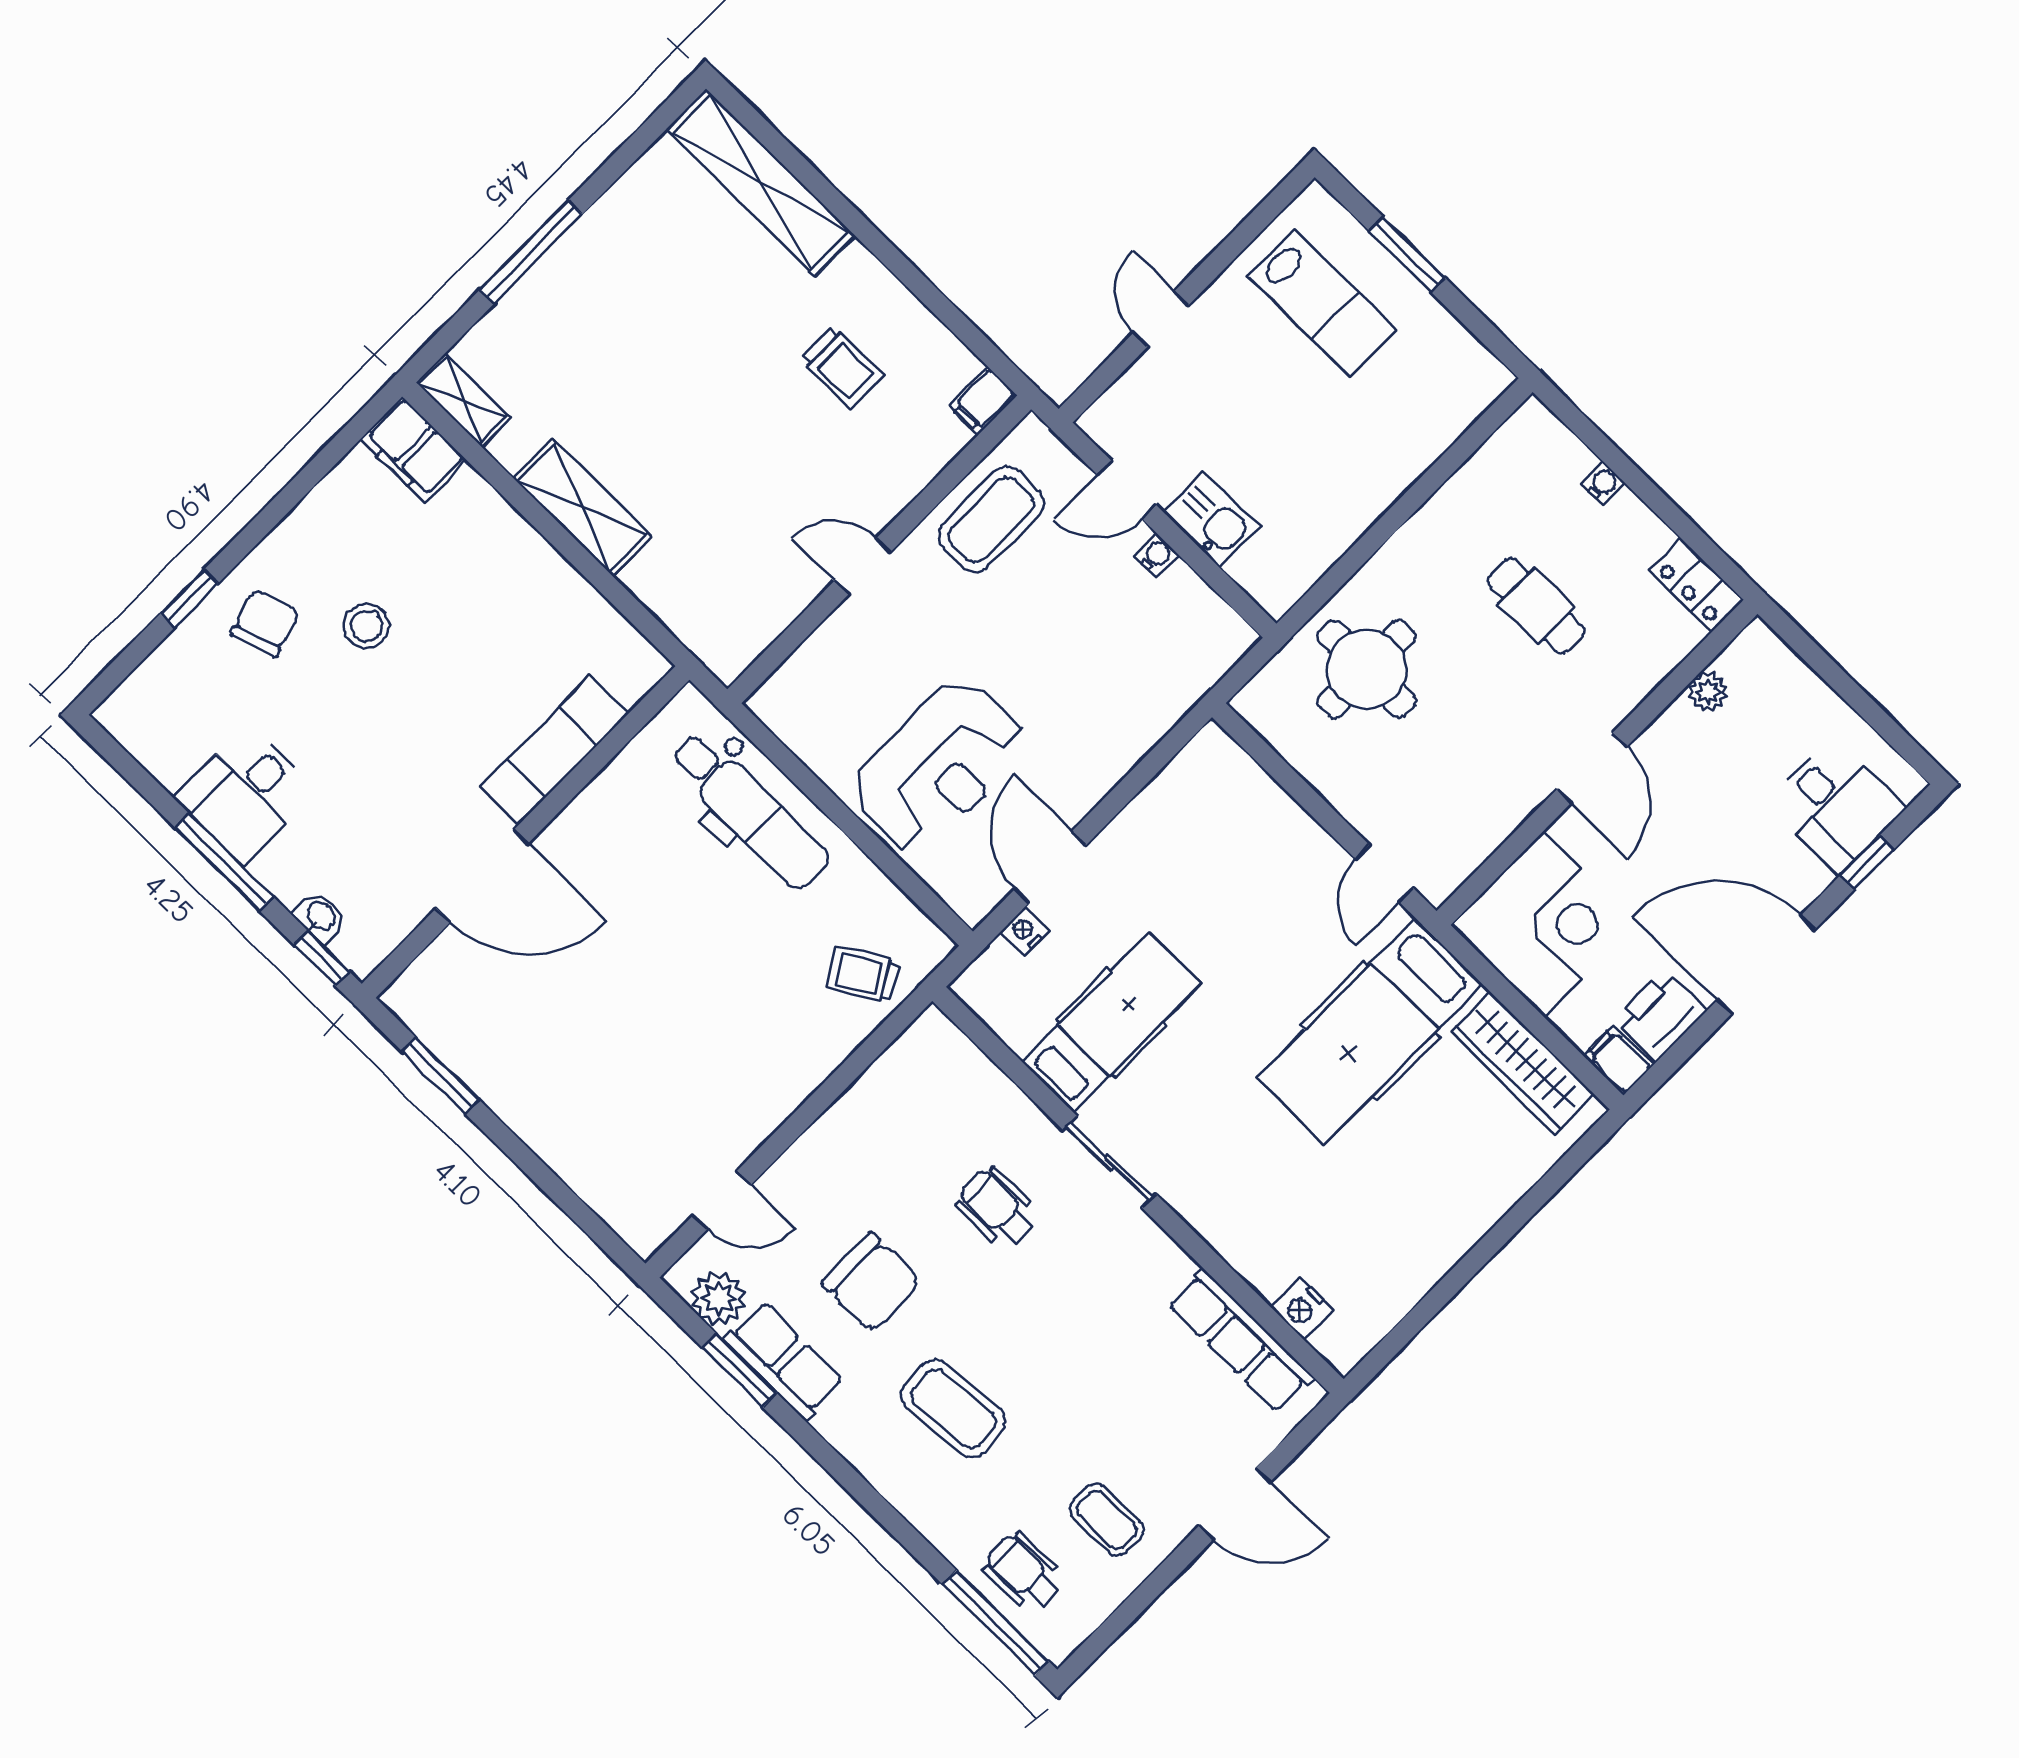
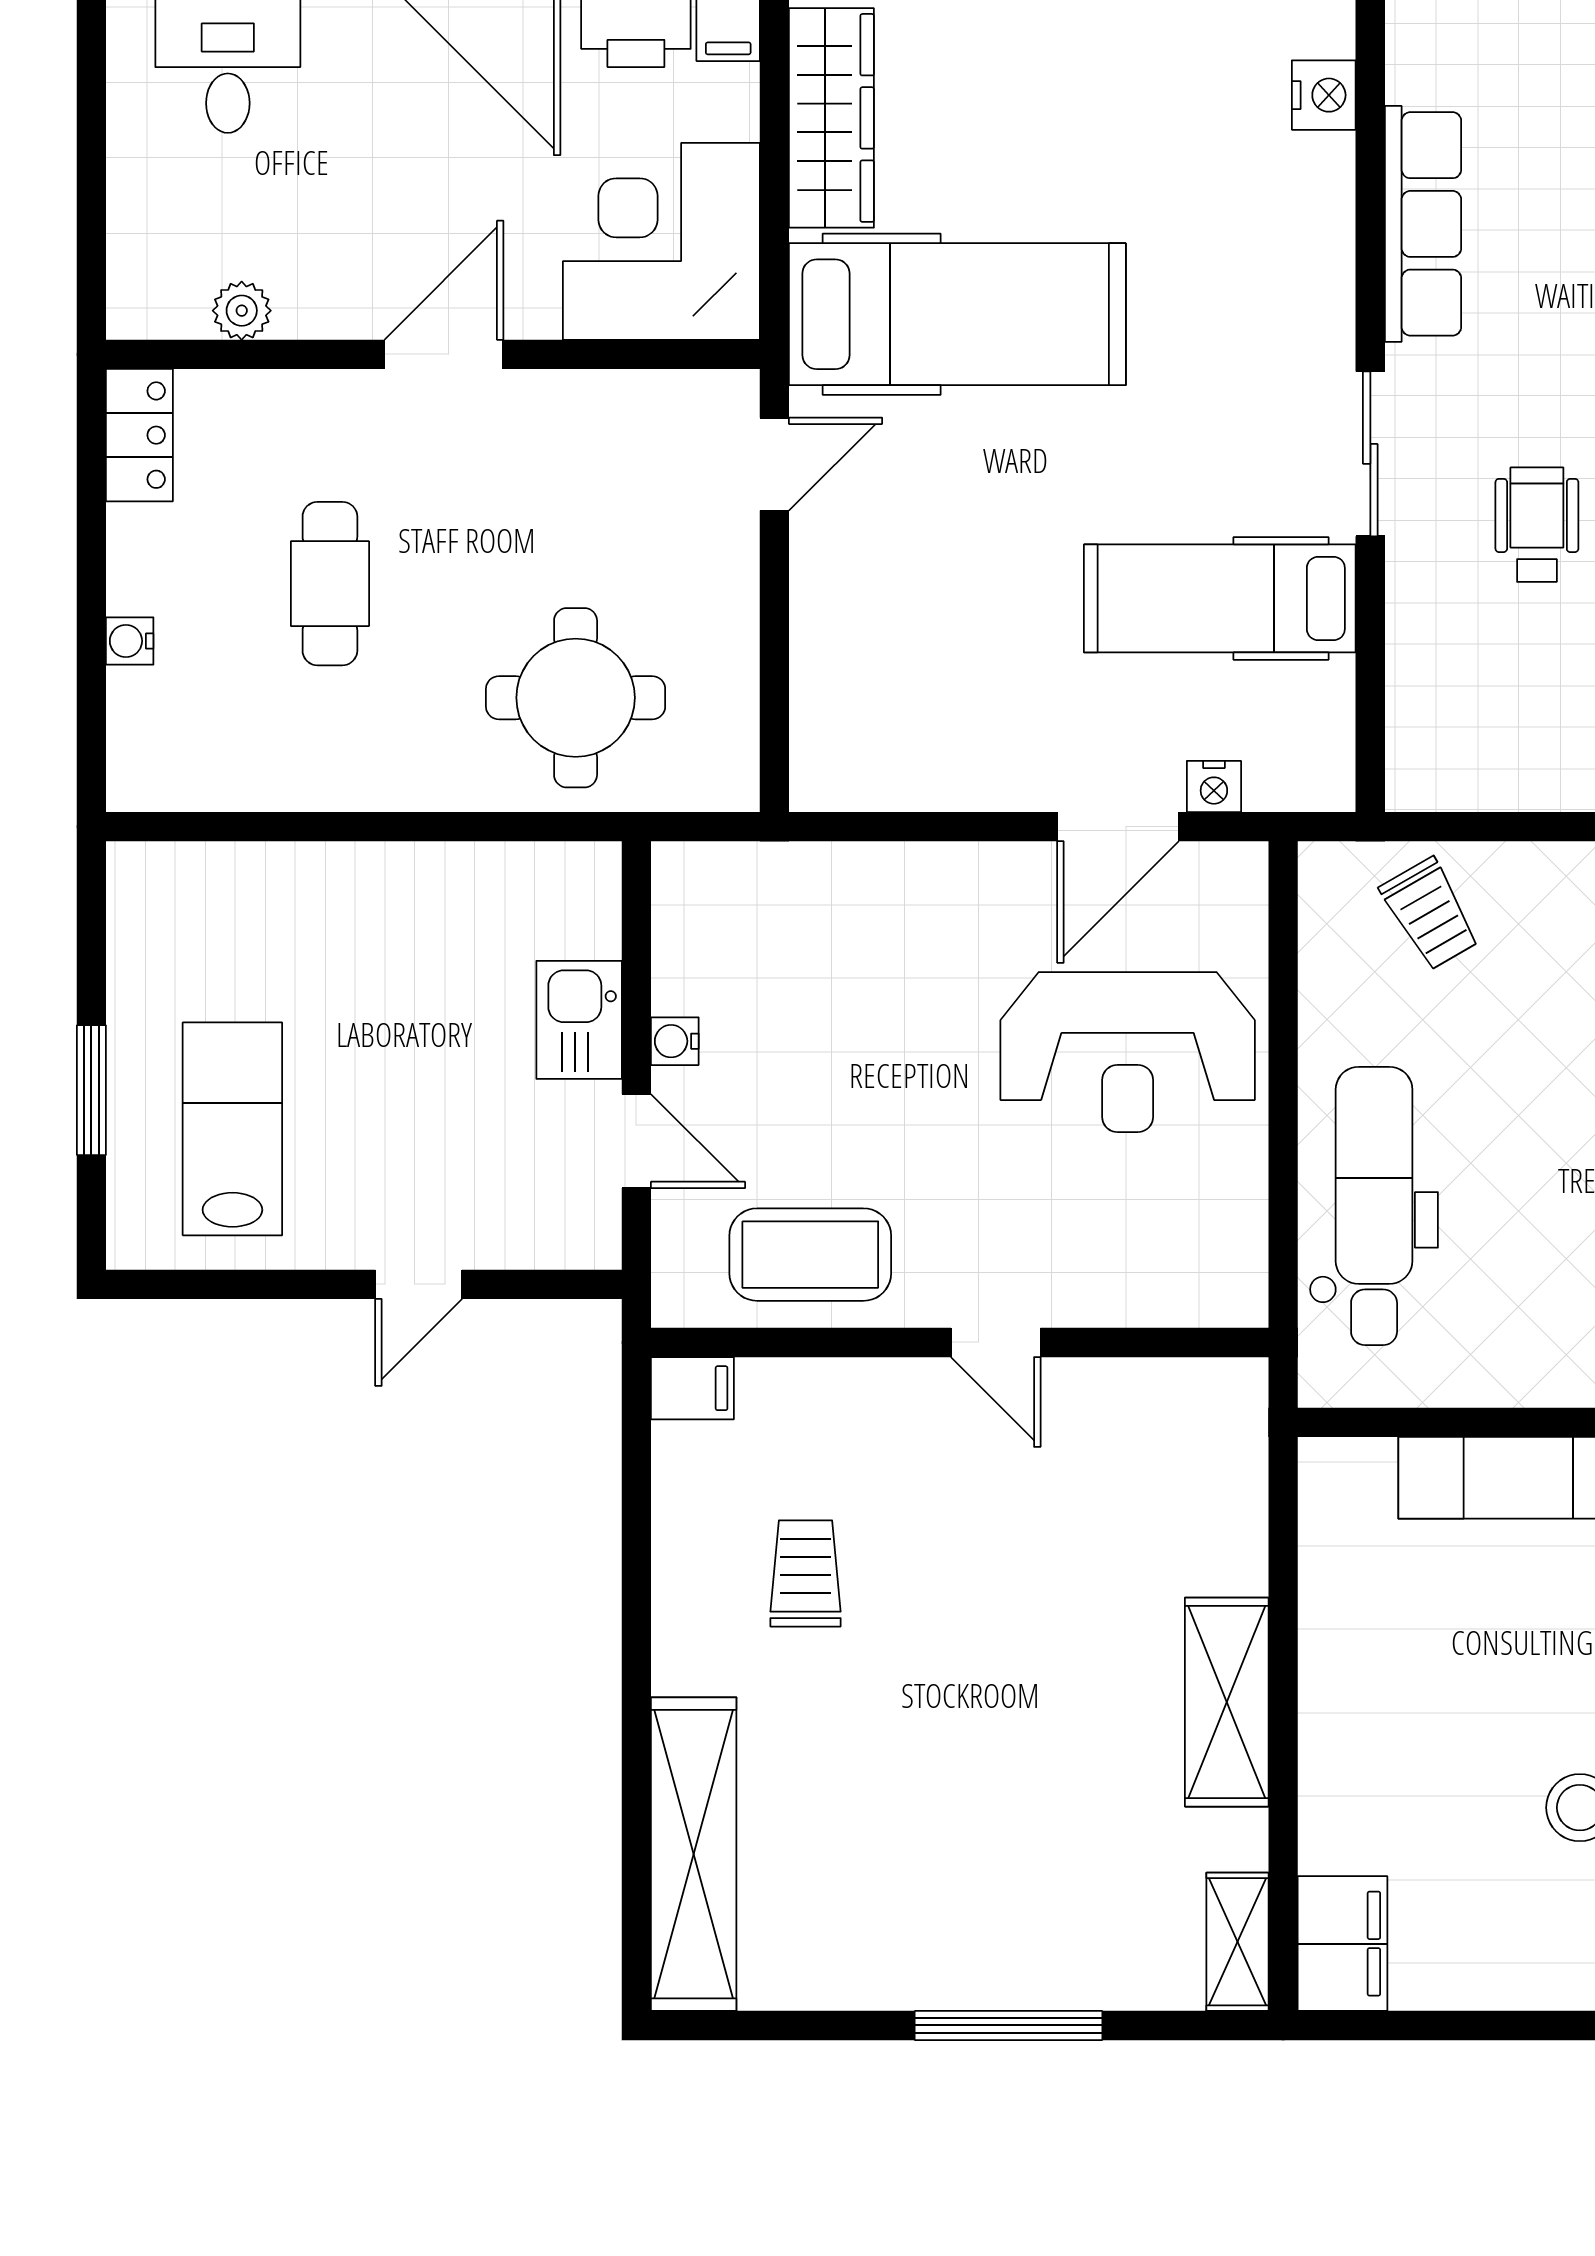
reception desk: (939, 766) -> (1128, 1052), turned 180
wheelchair: (998, 1208) -> (1537, 525), turned 180
row of seats: (1240, 1341) -> (1423, 224), moved

